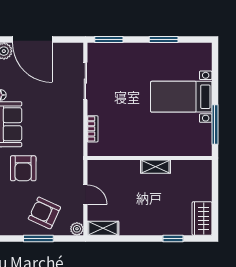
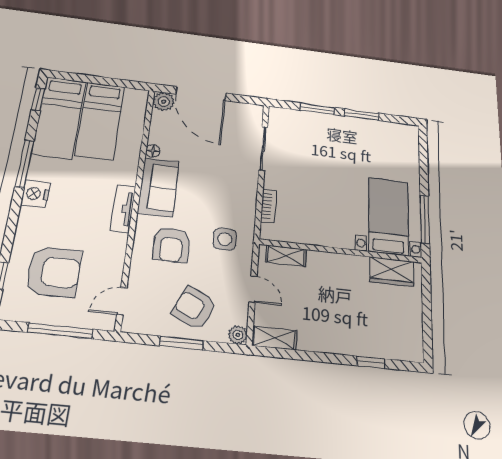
window: (109, 40) -> (317, 109), moved
bed with nightstands: (181, 97) -> (388, 216), moved, turned 90
side table: (62, 159) -> (225, 239), added
shelving: (156, 167) -> (286, 256), moved
wardrobe: (202, 218) -> (392, 272), moved, turned -90

